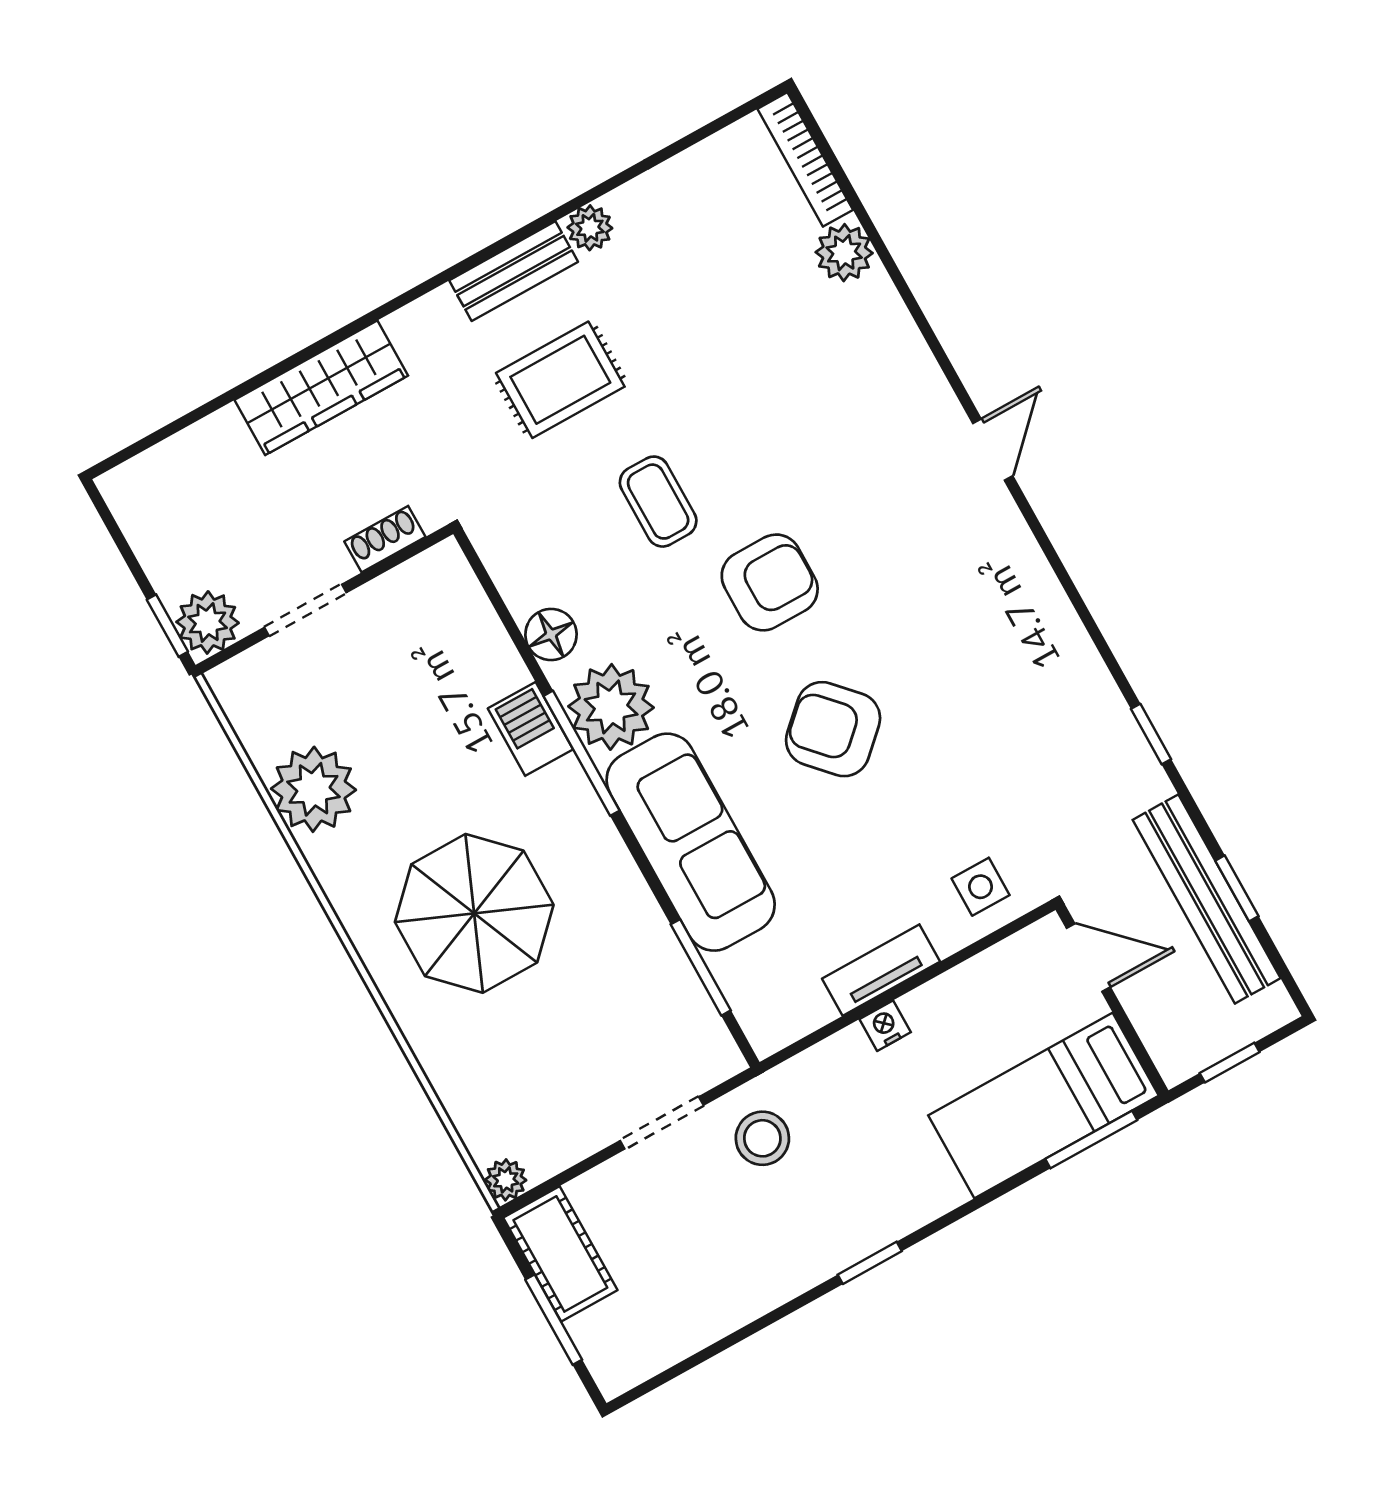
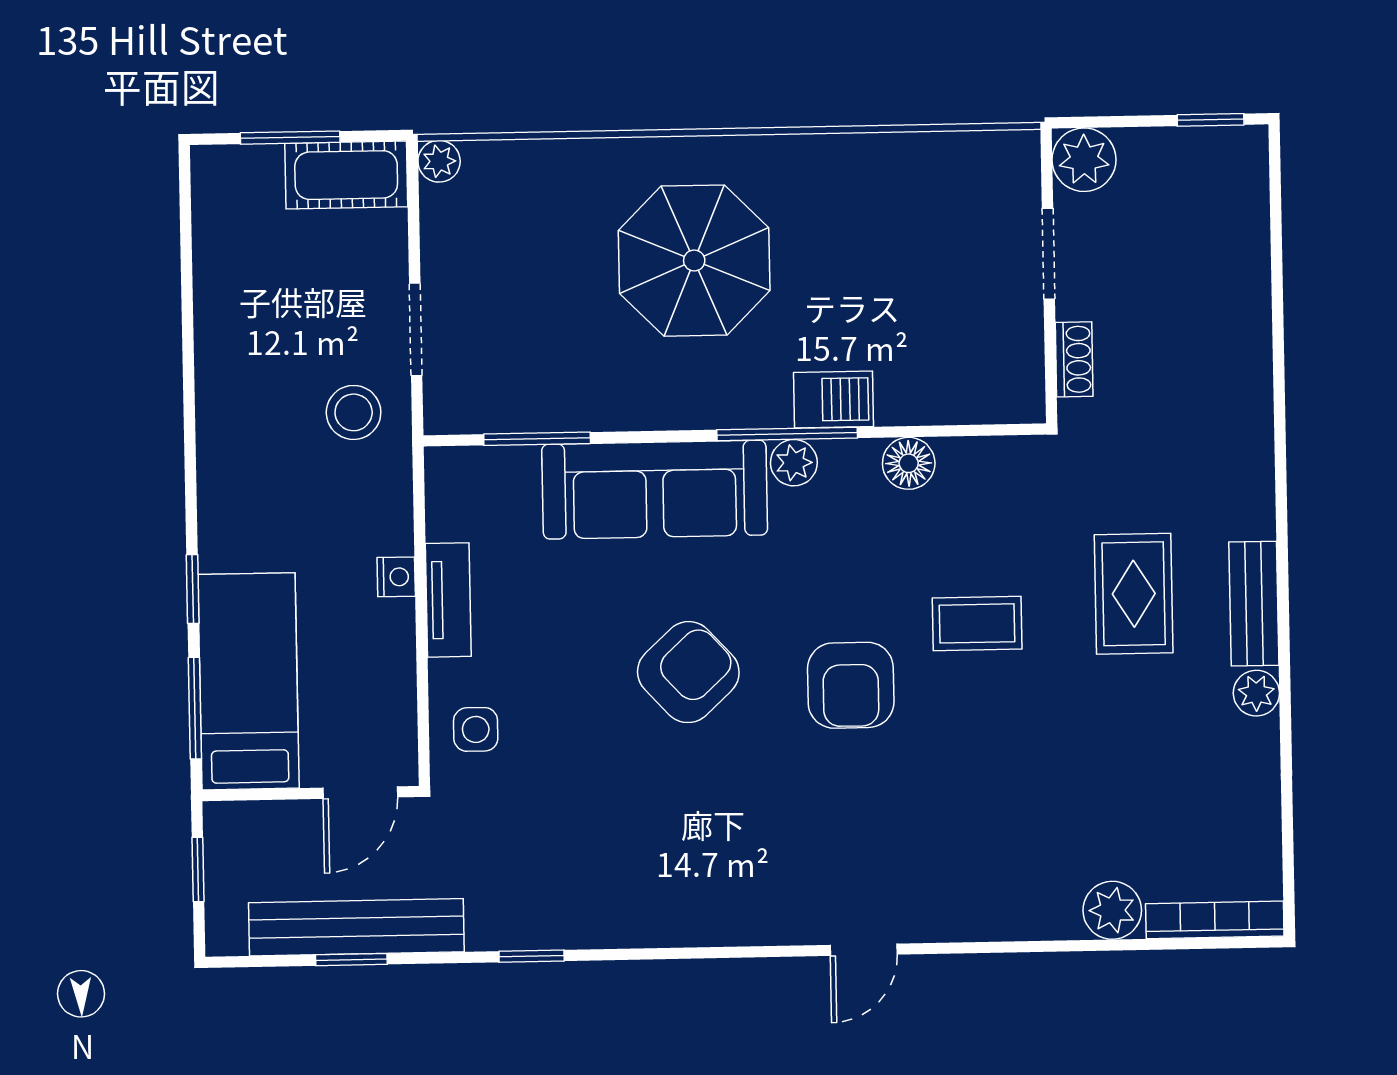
wardrobe: (321, 388) -> (1241, 375), removed
door: (993, 450) -> (864, 950), hinge flipped
window: (167, 626) -> (1211, 120), moved
plant: (611, 707) -> (794, 463), width x0.53, depth x0.53
plant: (313, 789) -> (883, 175), removed
window: (870, 1263) -> (193, 589), moved

